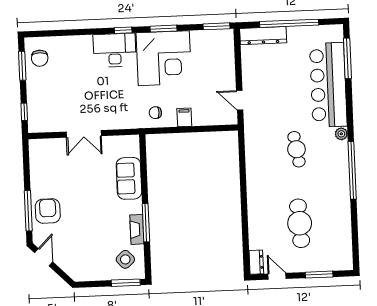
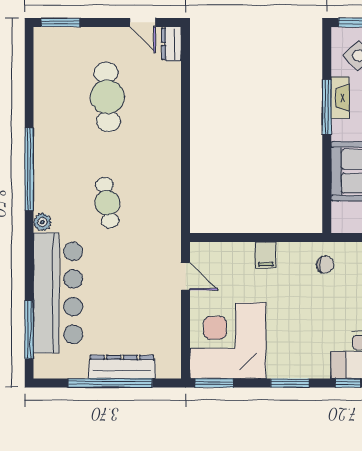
dresser: (263, 36) -> (122, 367), moved
corner desk: (164, 58) -> (228, 341), moved
chair: (155, 113) -> (325, 264), moved
window: (319, 275) -> (60, 22), moved

